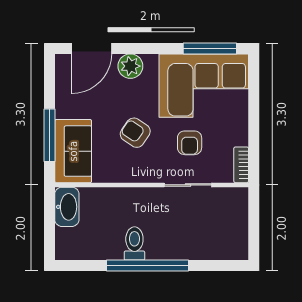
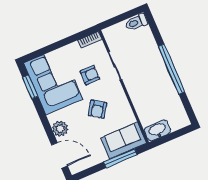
window: (210, 48) -> (30, 87), width x0.69
toilet: (134, 243) -> (136, 22), moved

